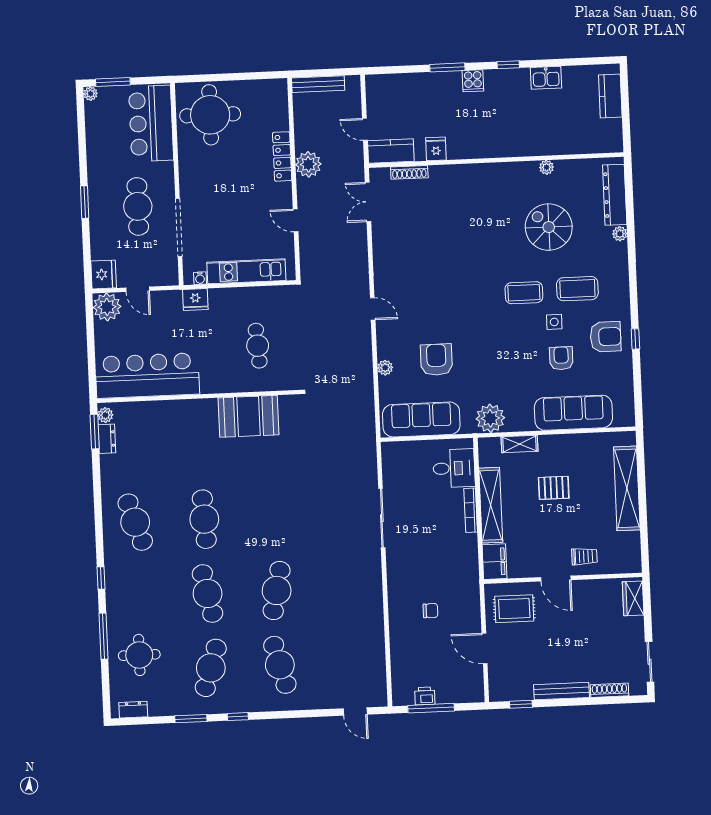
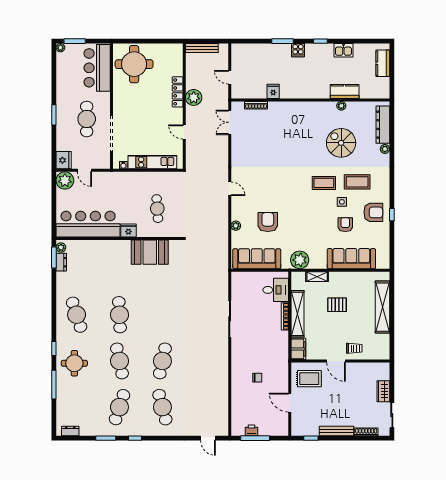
kitchen counter: (391, 151) -> (345, 91), moved
fridge: (195, 299) -> (128, 231), moved, turned 180
wardrobe: (633, 598) -> (383, 391), moved
round table: (139, 655) -> (74, 363), moved

